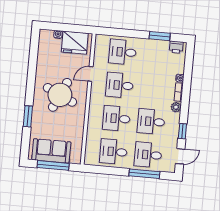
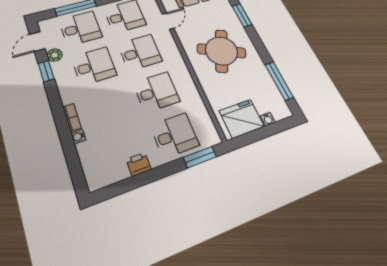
window: (160, 36) -> (200, 157), moved
printer: (176, 47) -> (139, 164), moved
window: (33, 56) -> (279, 81), added
door: (90, 74) -> (168, 21), moved
plant: (176, 107) -> (55, 55), moved

